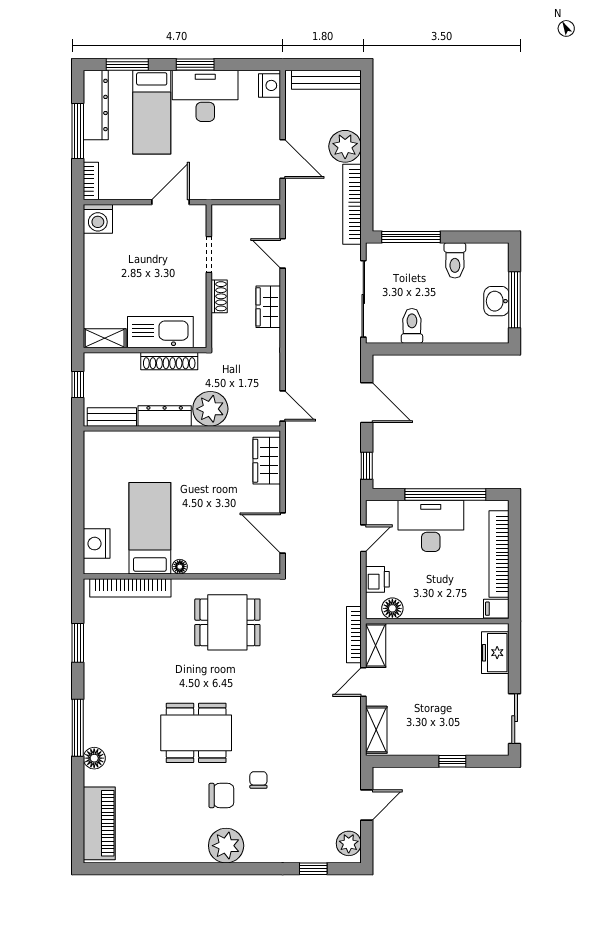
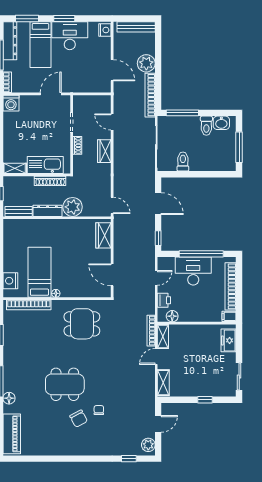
washbasin: (496, 301) -> (221, 123), moved, turned -90
chair: (221, 795) -> (79, 419), turned 62
plant: (226, 846) -> (81, 446), removed

